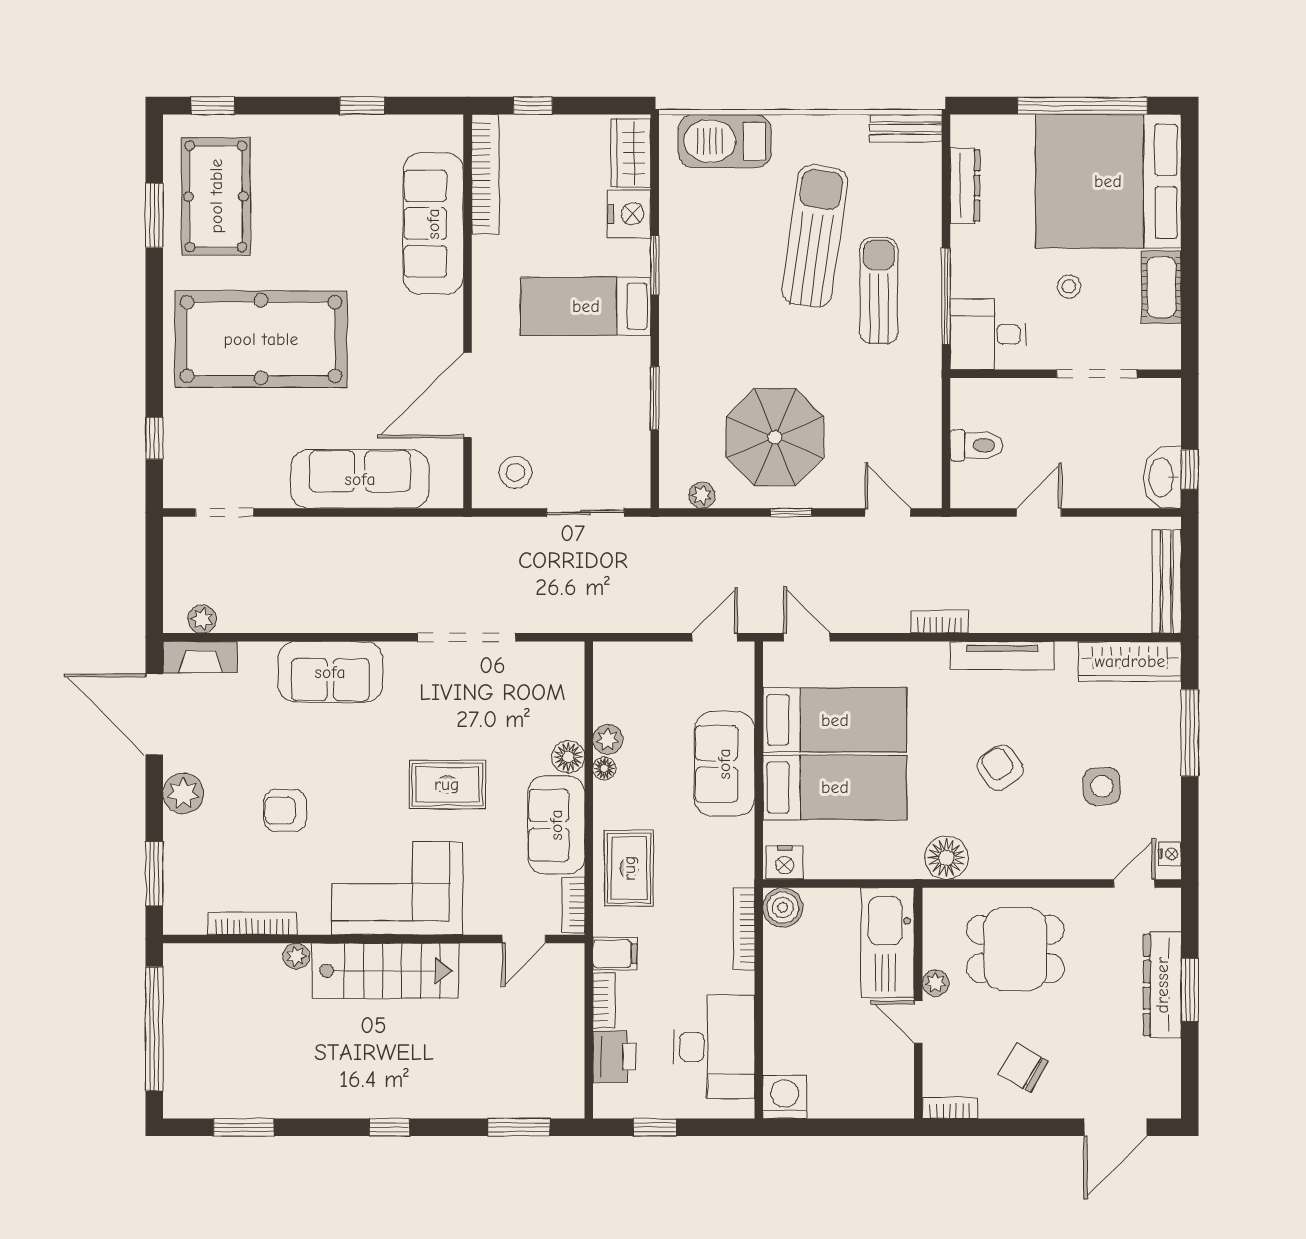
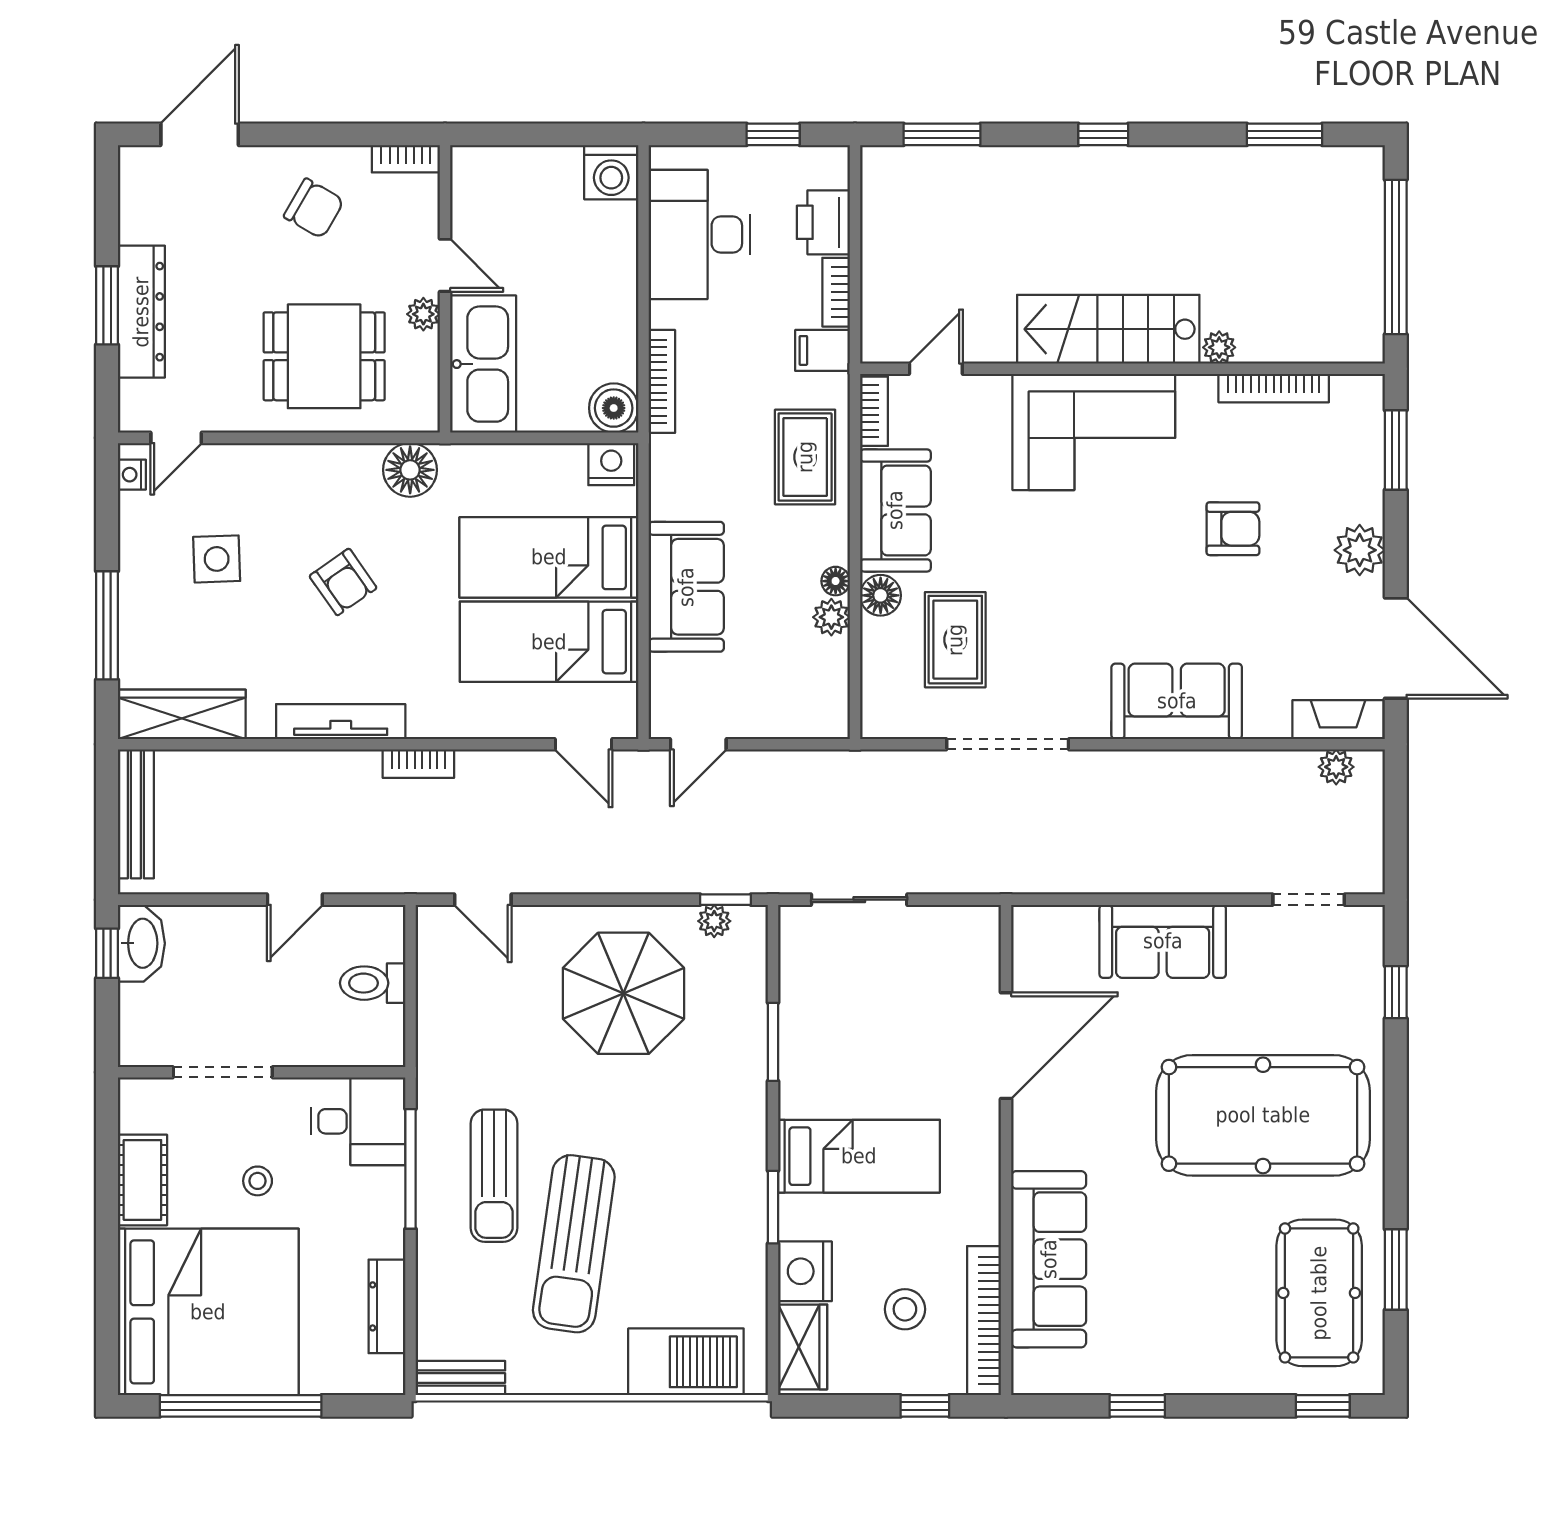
stool: (515, 472) -> (905, 1309), moved
sofa: (360, 479) -> (1163, 941), width x0.73
window: (791, 512) -> (726, 900), moved
rug: (447, 784) -> (955, 640), moved, turned 90

